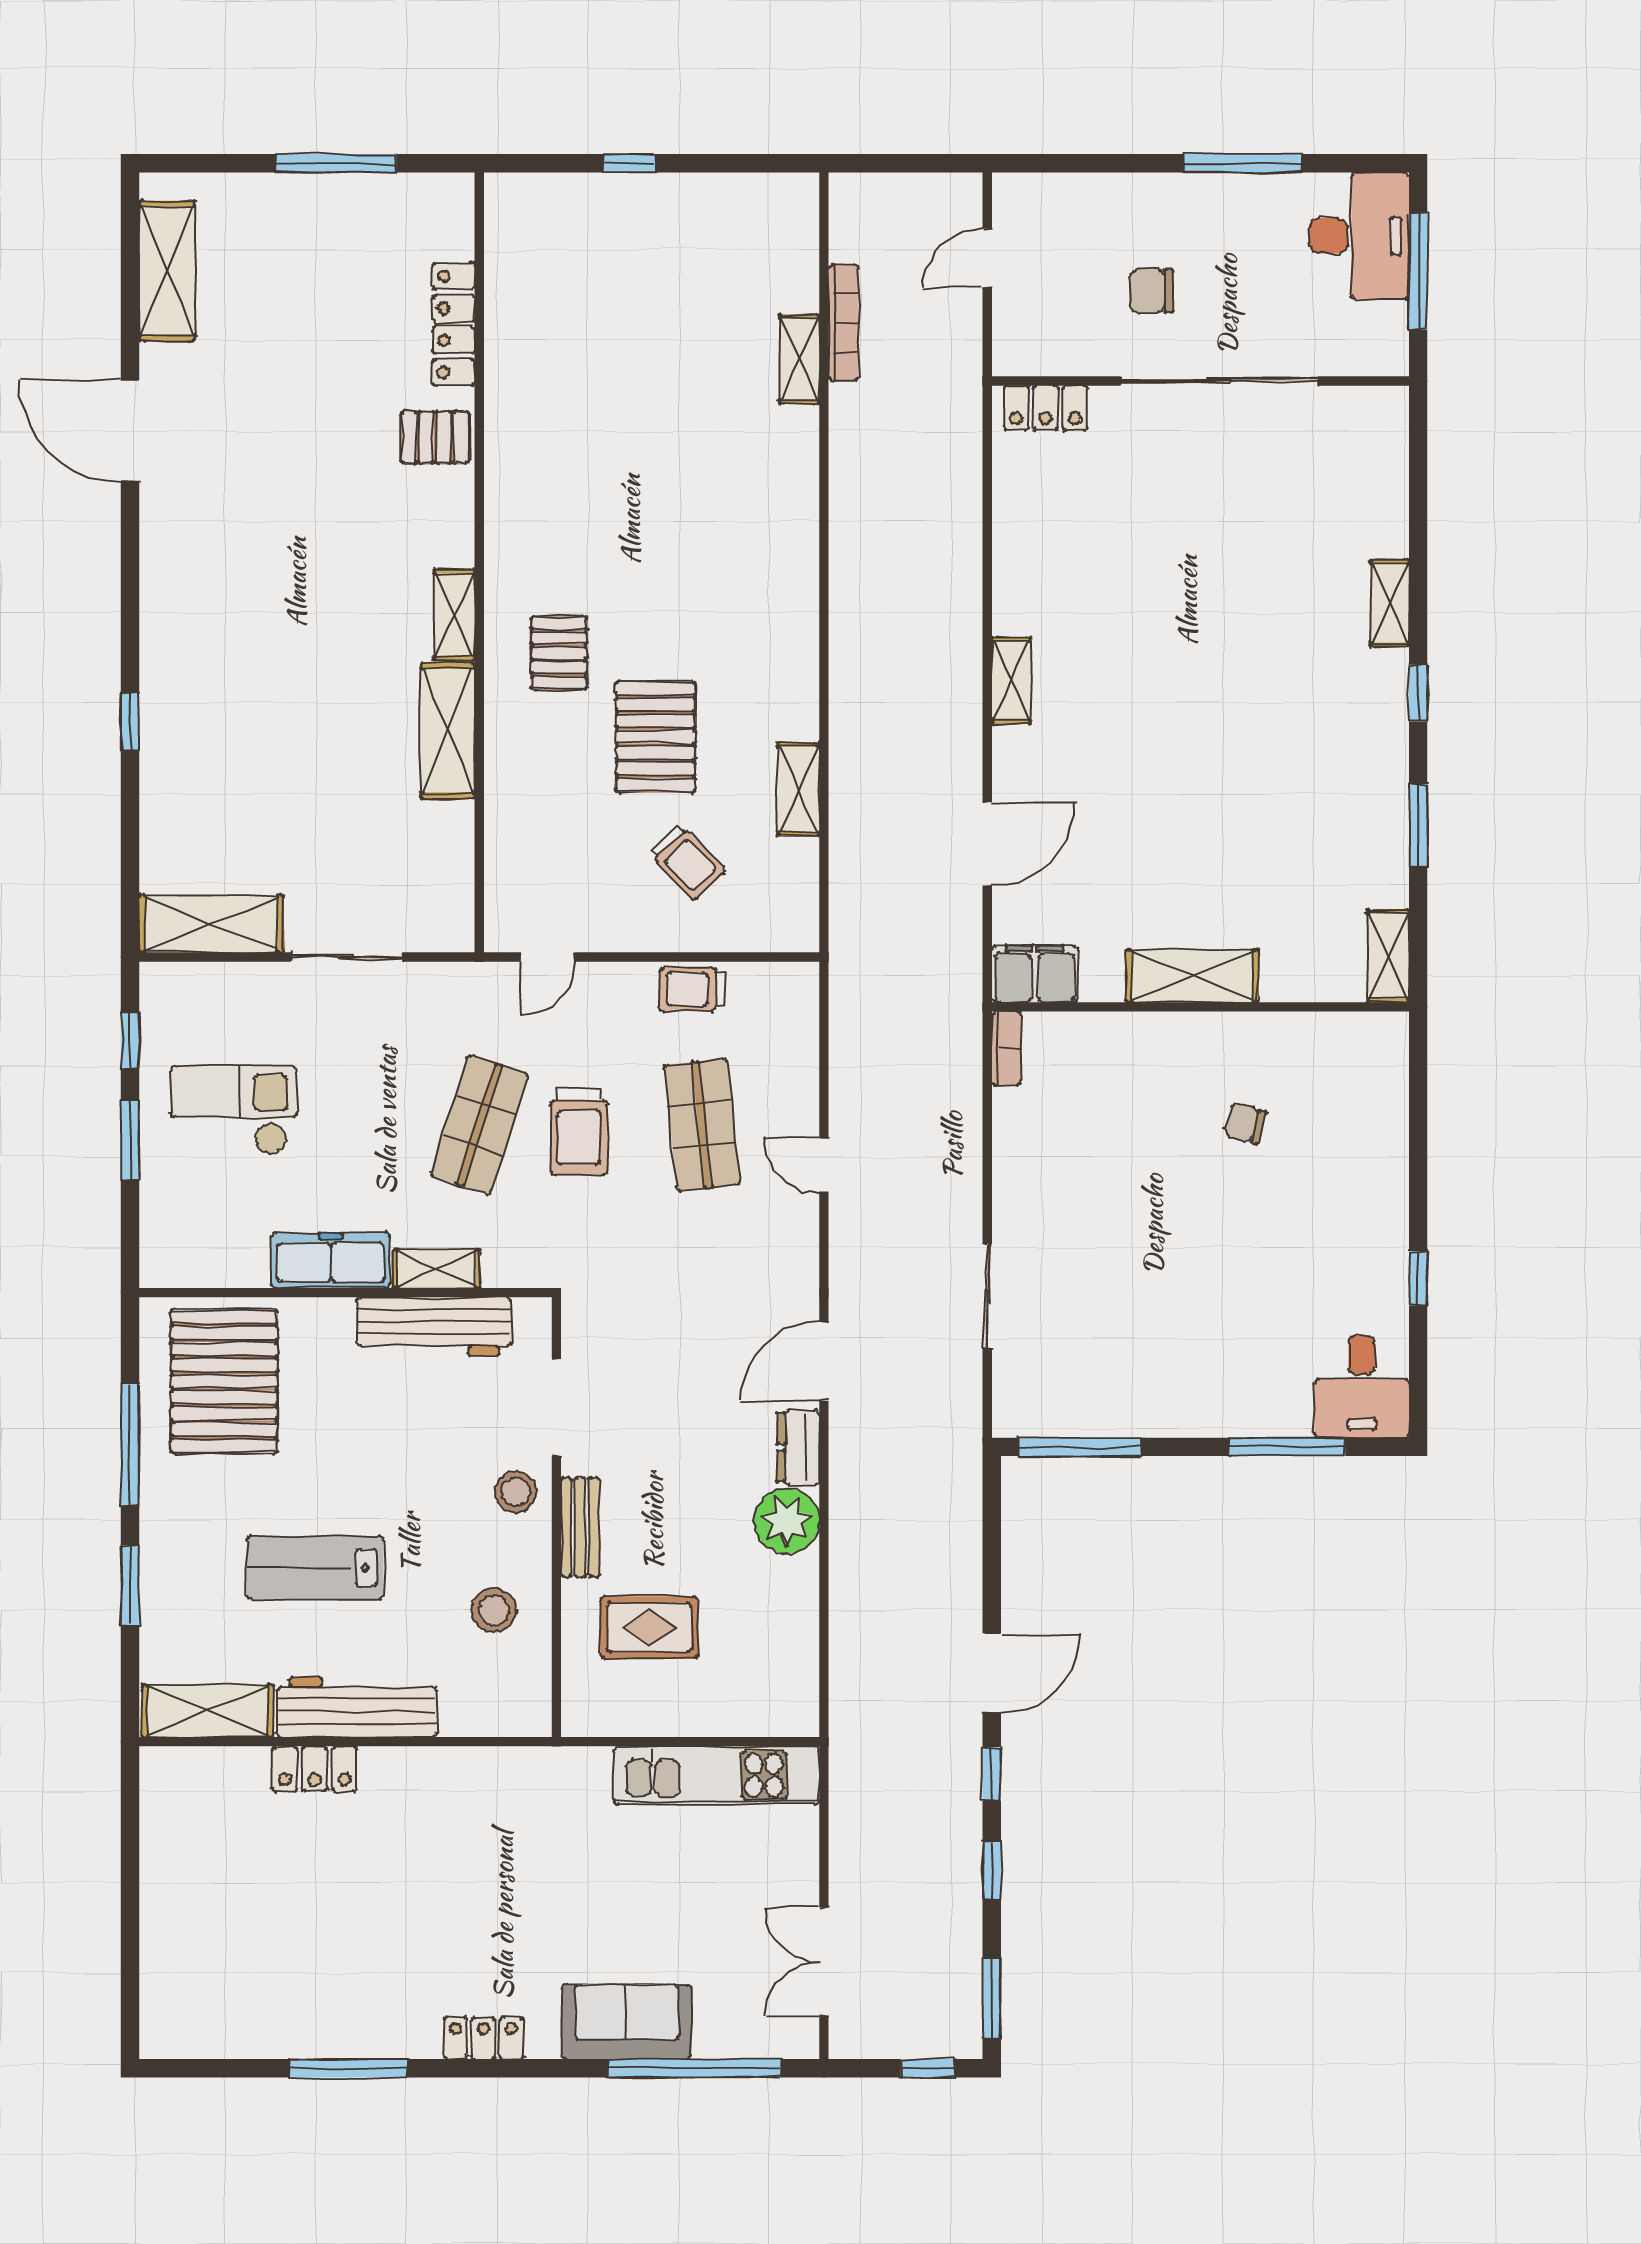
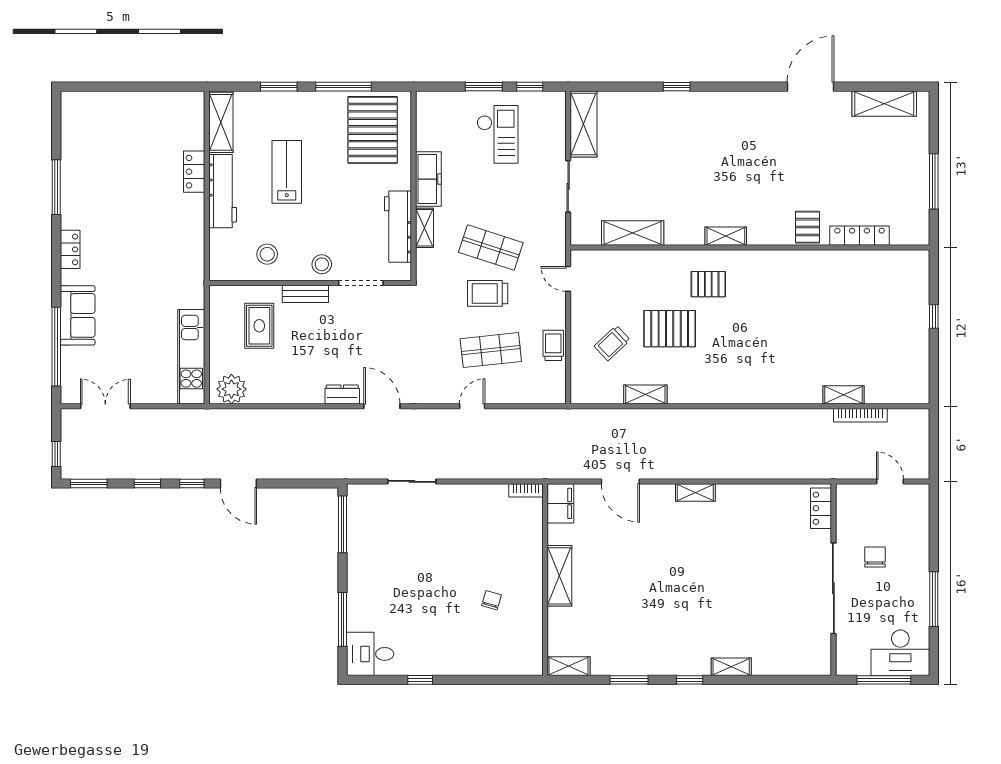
shelving: (448, 731) -> (633, 233), moved
pallet: (224, 1381) -> (373, 130), turned 90
plant: (787, 1521) -> (231, 389), moved

